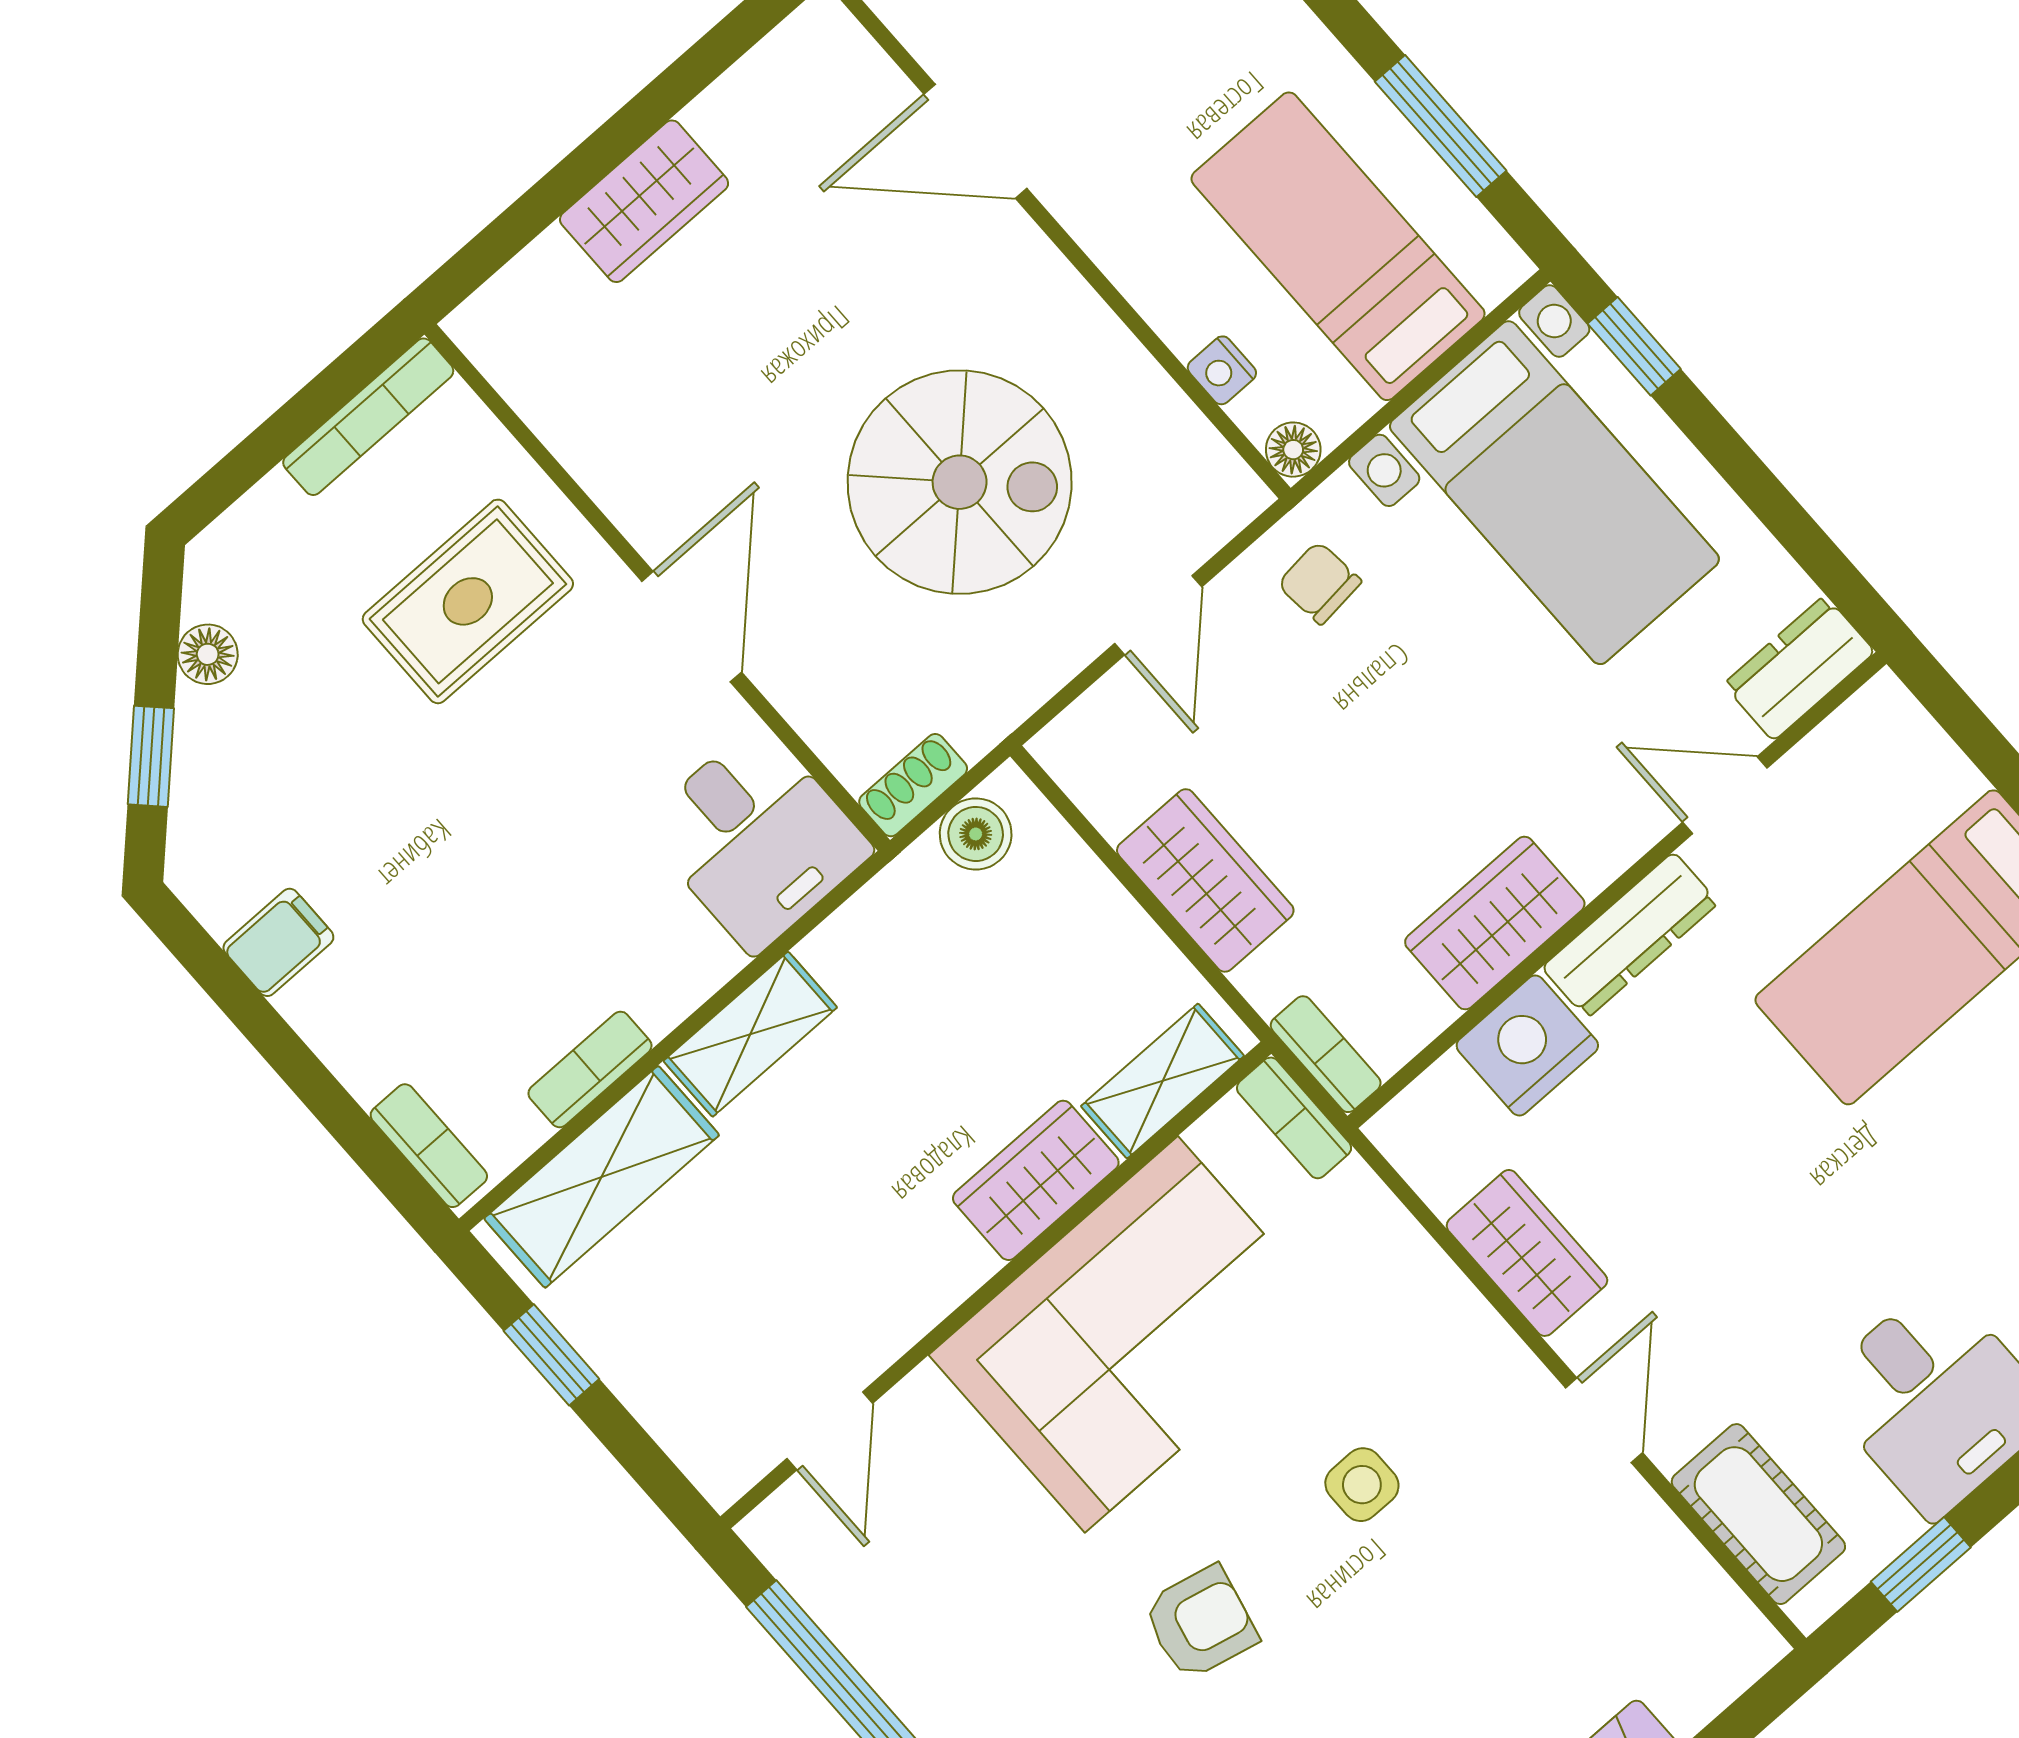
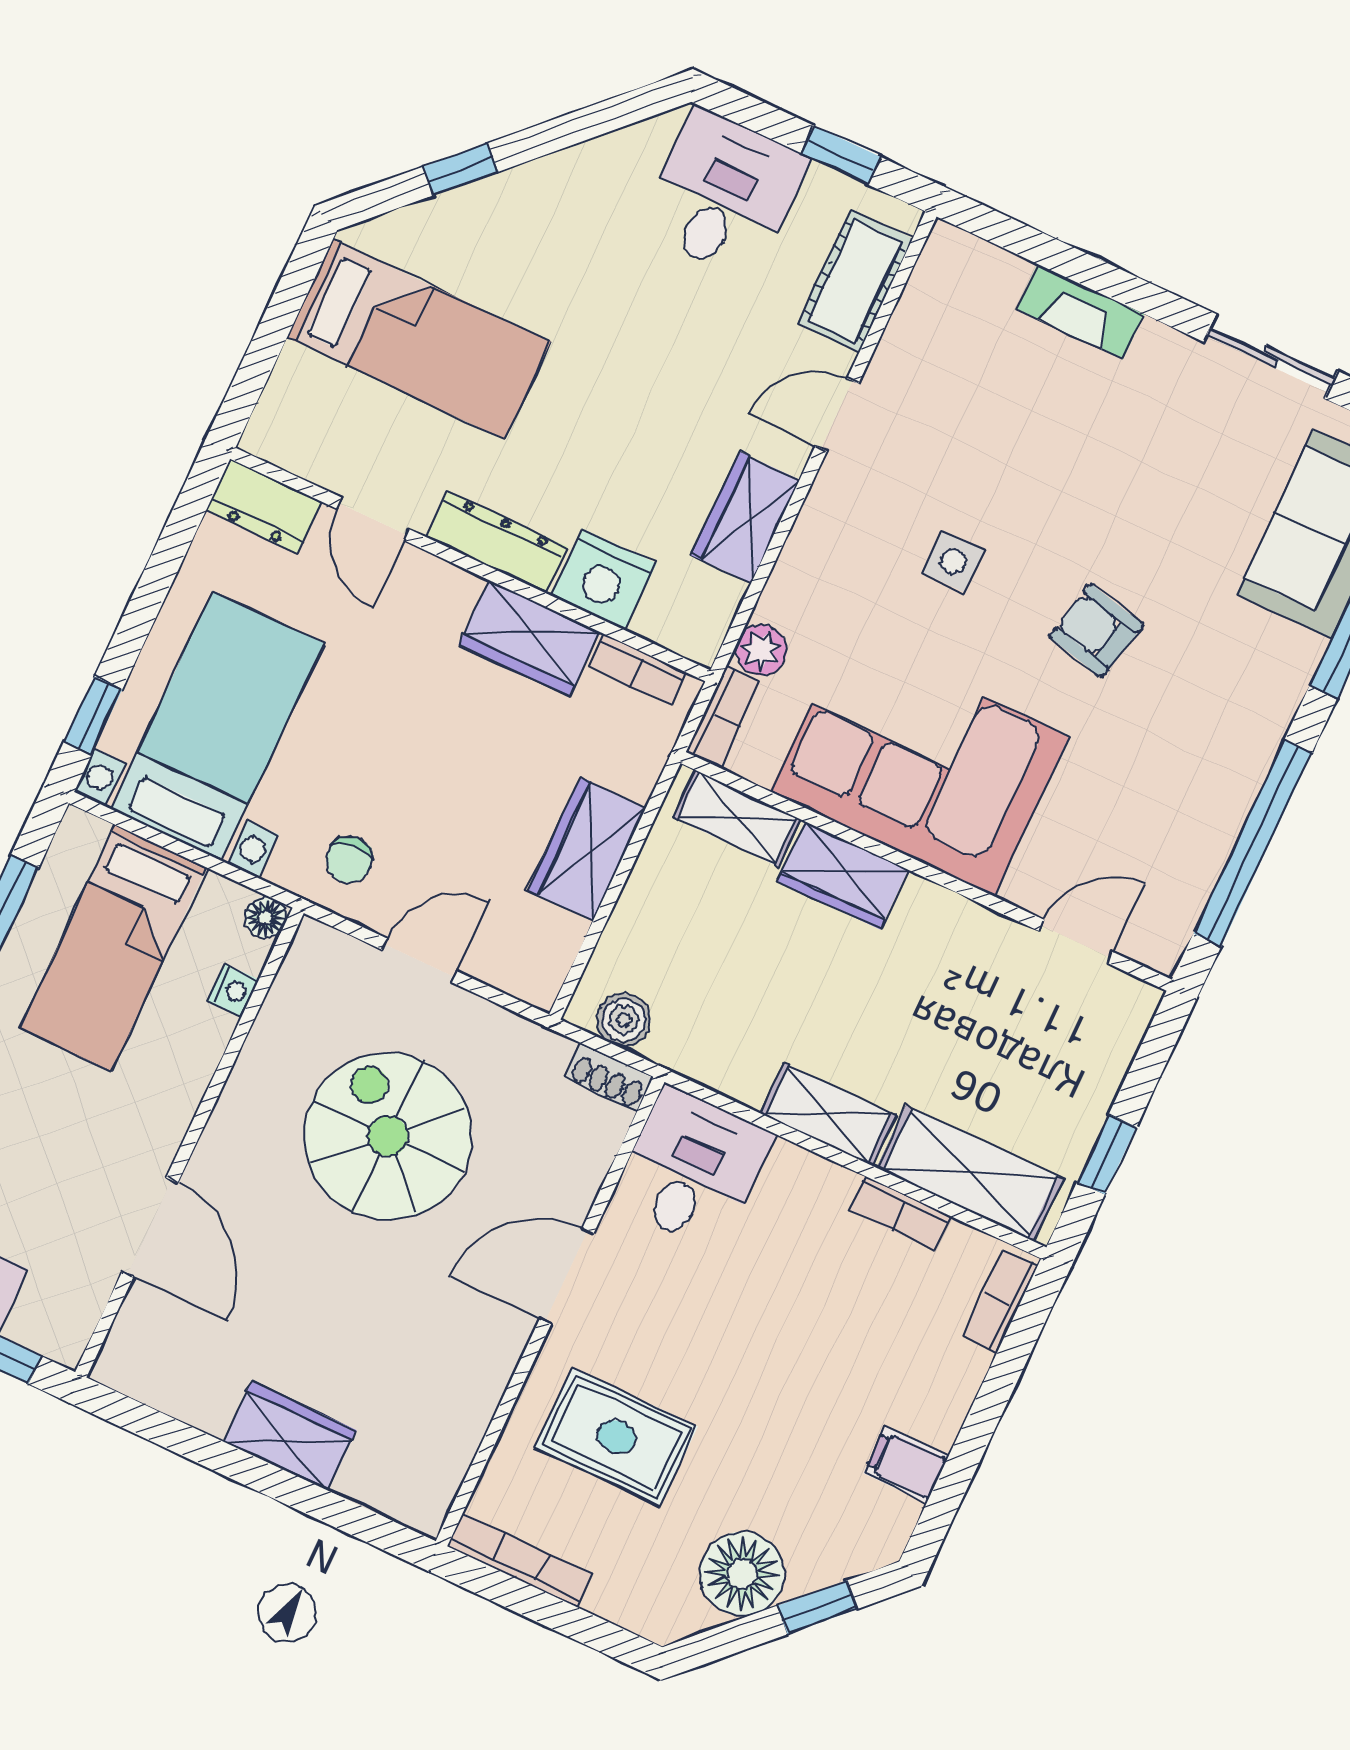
floor lamp: (208, 654) -> (742, 1574), width x1.89, depth x1.89
bookcase: (1326, 1054) -> (638, 670), moved, turned -90
plant: (1356, 1201) -> (761, 650), added

